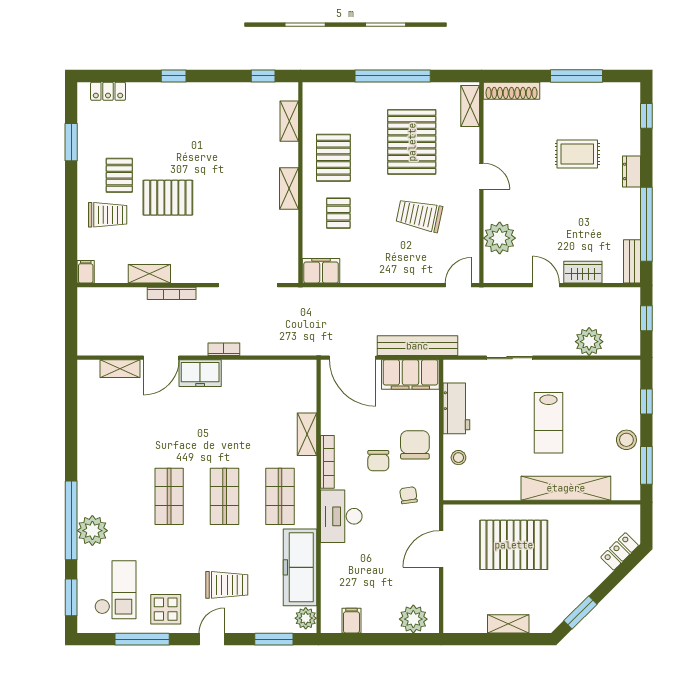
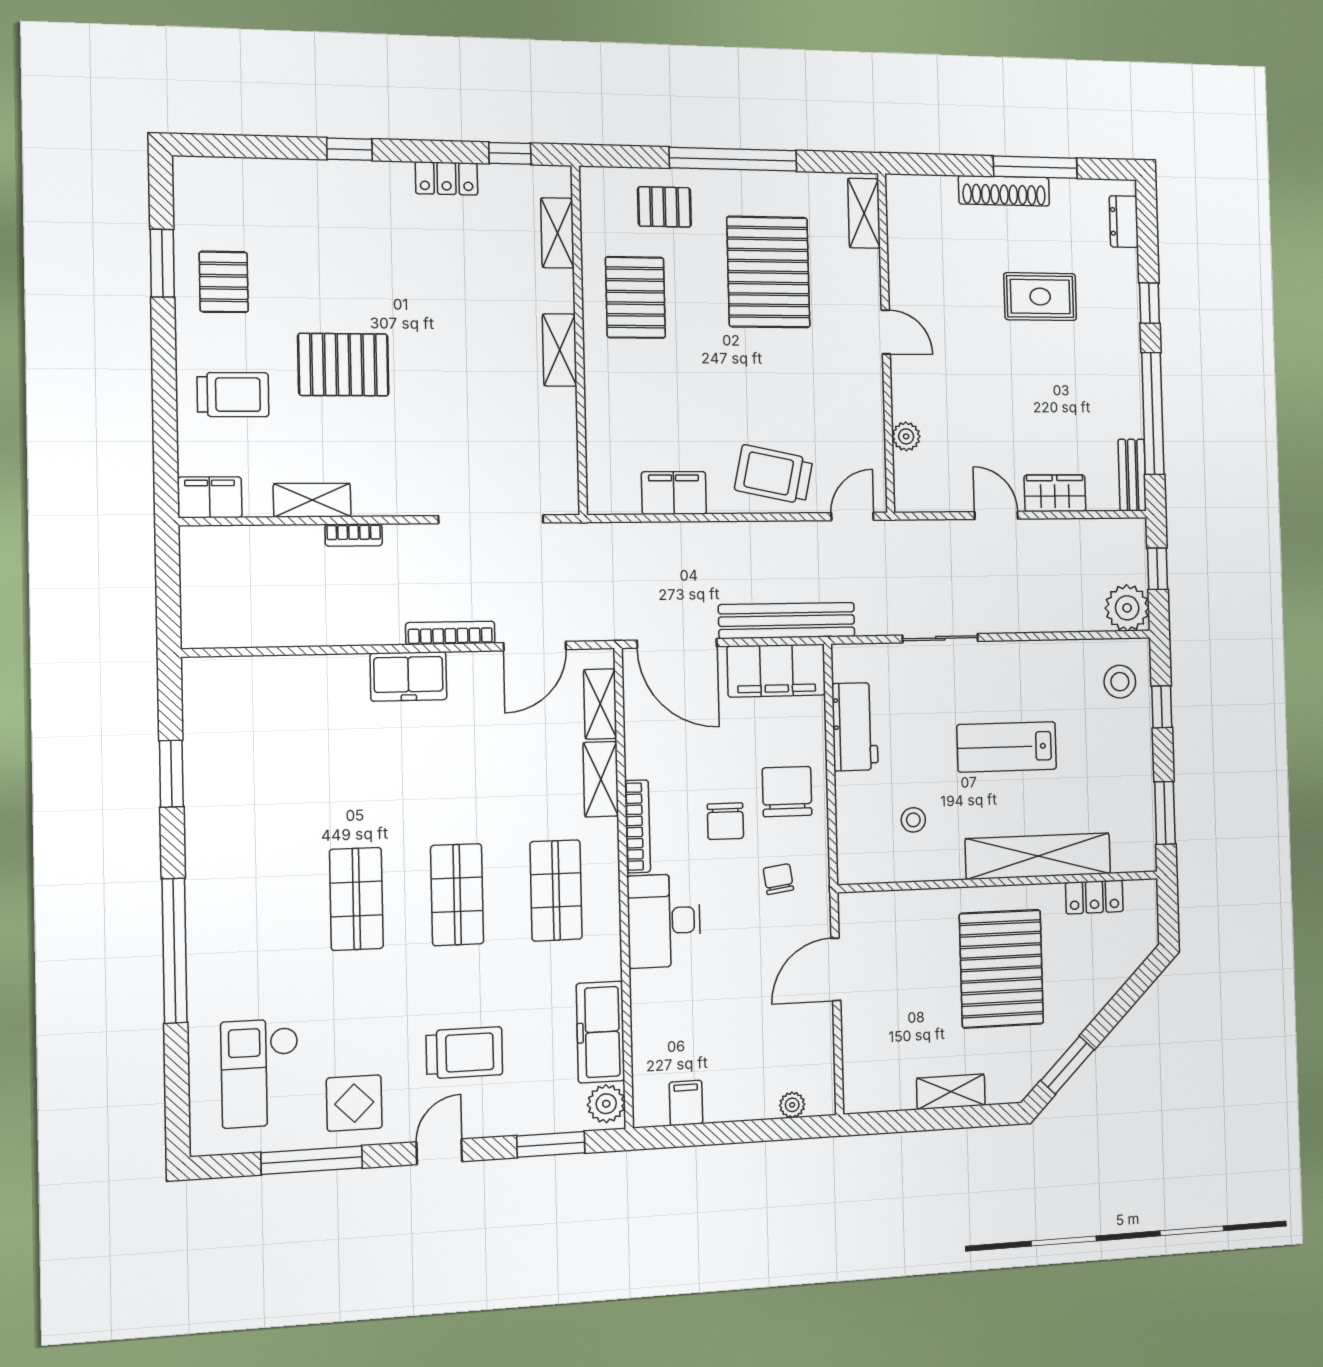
locker: (108, 91) -> (446, 178), moved
shoe rack: (512, 91) -> (1004, 191), moved
window: (646, 116) -> (1149, 303), moved
dresser: (632, 171) -> (1124, 222), moved
pallet: (119, 175) -> (224, 282), moved
pallet: (338, 213) -> (664, 207), moved, turned 90
trolley: (419, 215) -> (774, 475), moved
plant: (500, 238) -> (906, 436), width x0.53, depth x0.53
filing cabinet: (321, 271) -> (674, 493), moved
filing cabinet: (86, 272) -> (210, 497), width x2.00
bookcase: (172, 293) -> (354, 535), width x0.64
plant: (589, 342) -> (1127, 608), moved
bookcase: (224, 349) -> (450, 633), width x1.56
door: (161, 358) -> (535, 646), moved
shelving: (120, 369) -> (600, 704), moved, turned 90
lab bench: (548, 423) -> (1007, 747), turned 90
stool: (626, 440) -> (1120, 682), moved
stool: (458, 458) -> (913, 820), moved
plant: (92, 531) -> (215, 967), removed
pallet: (514, 545) -> (1001, 969), moved, turned 90
locker: (620, 551) -> (1094, 897), moved, turned -135
freezer: (300, 567) -> (600, 1032), width x0.73, depth x0.79
checkout: (115, 590) -> (260, 1073), turned 180
window: (71, 597) -> (171, 774), moved
plant: (413, 619) -> (792, 1105), width x0.53, depth x0.53

